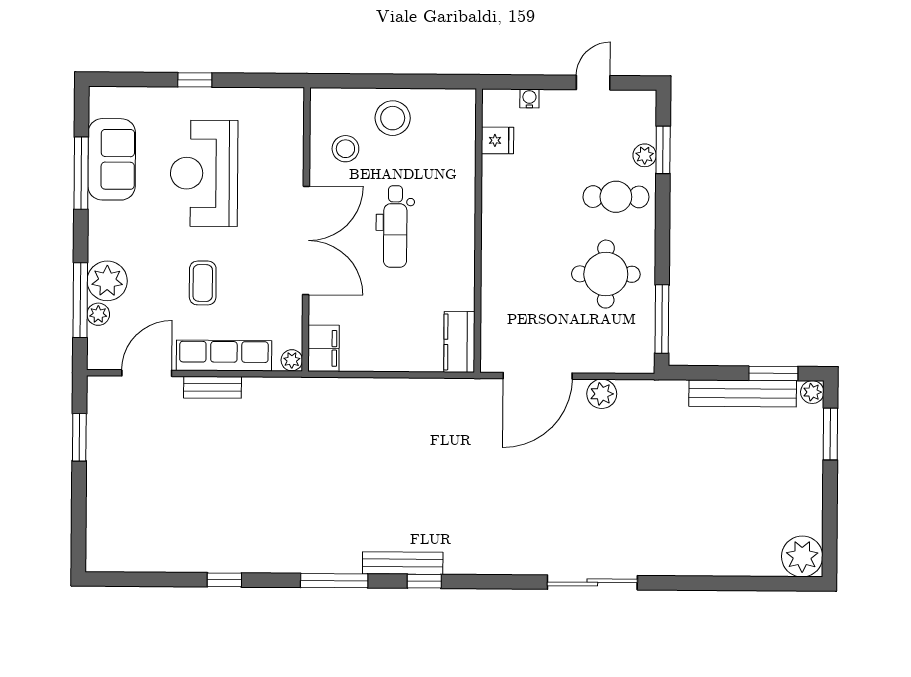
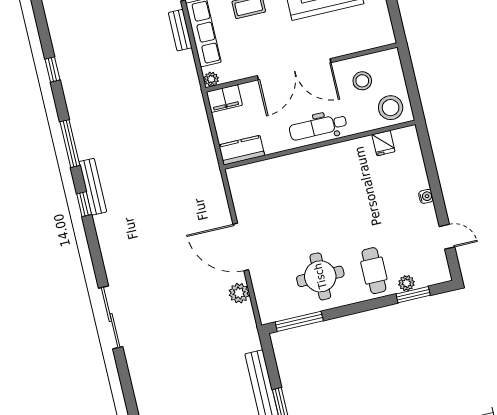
fridge: (498, 140) -> (383, 143), moved
wall: (478, 231) -> (320, 145), moved
kitchen counter: (459, 342) -> (242, 150), moved

